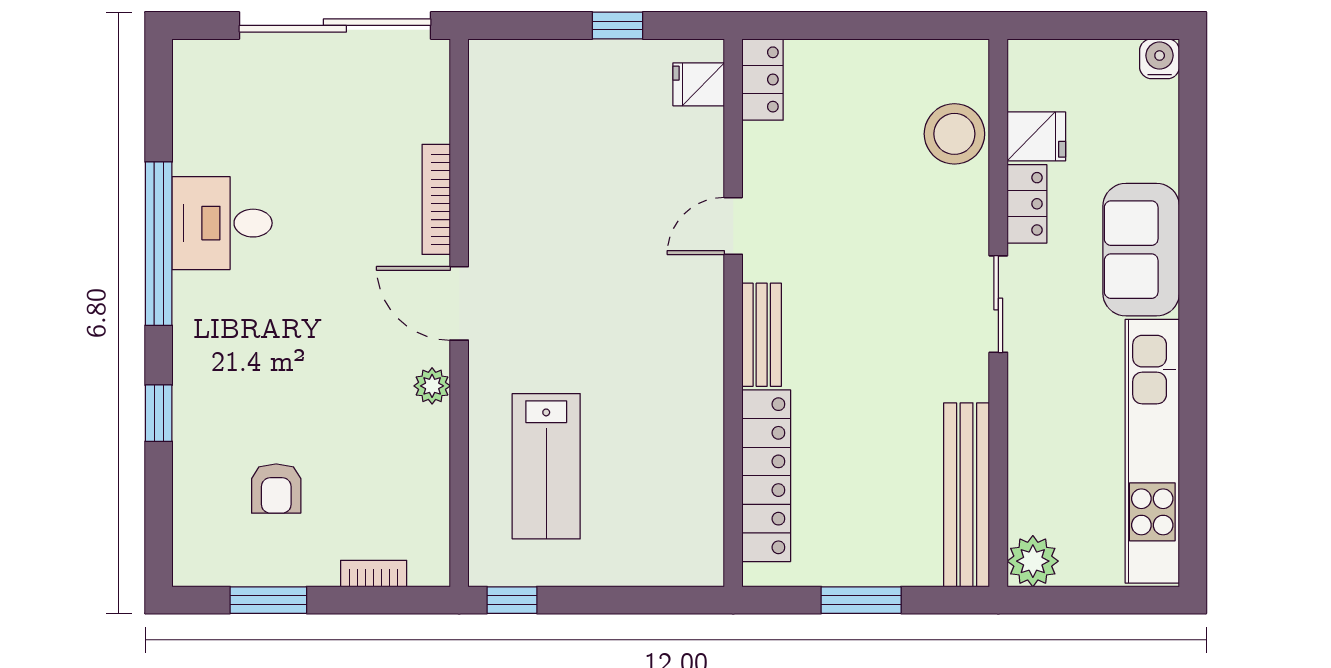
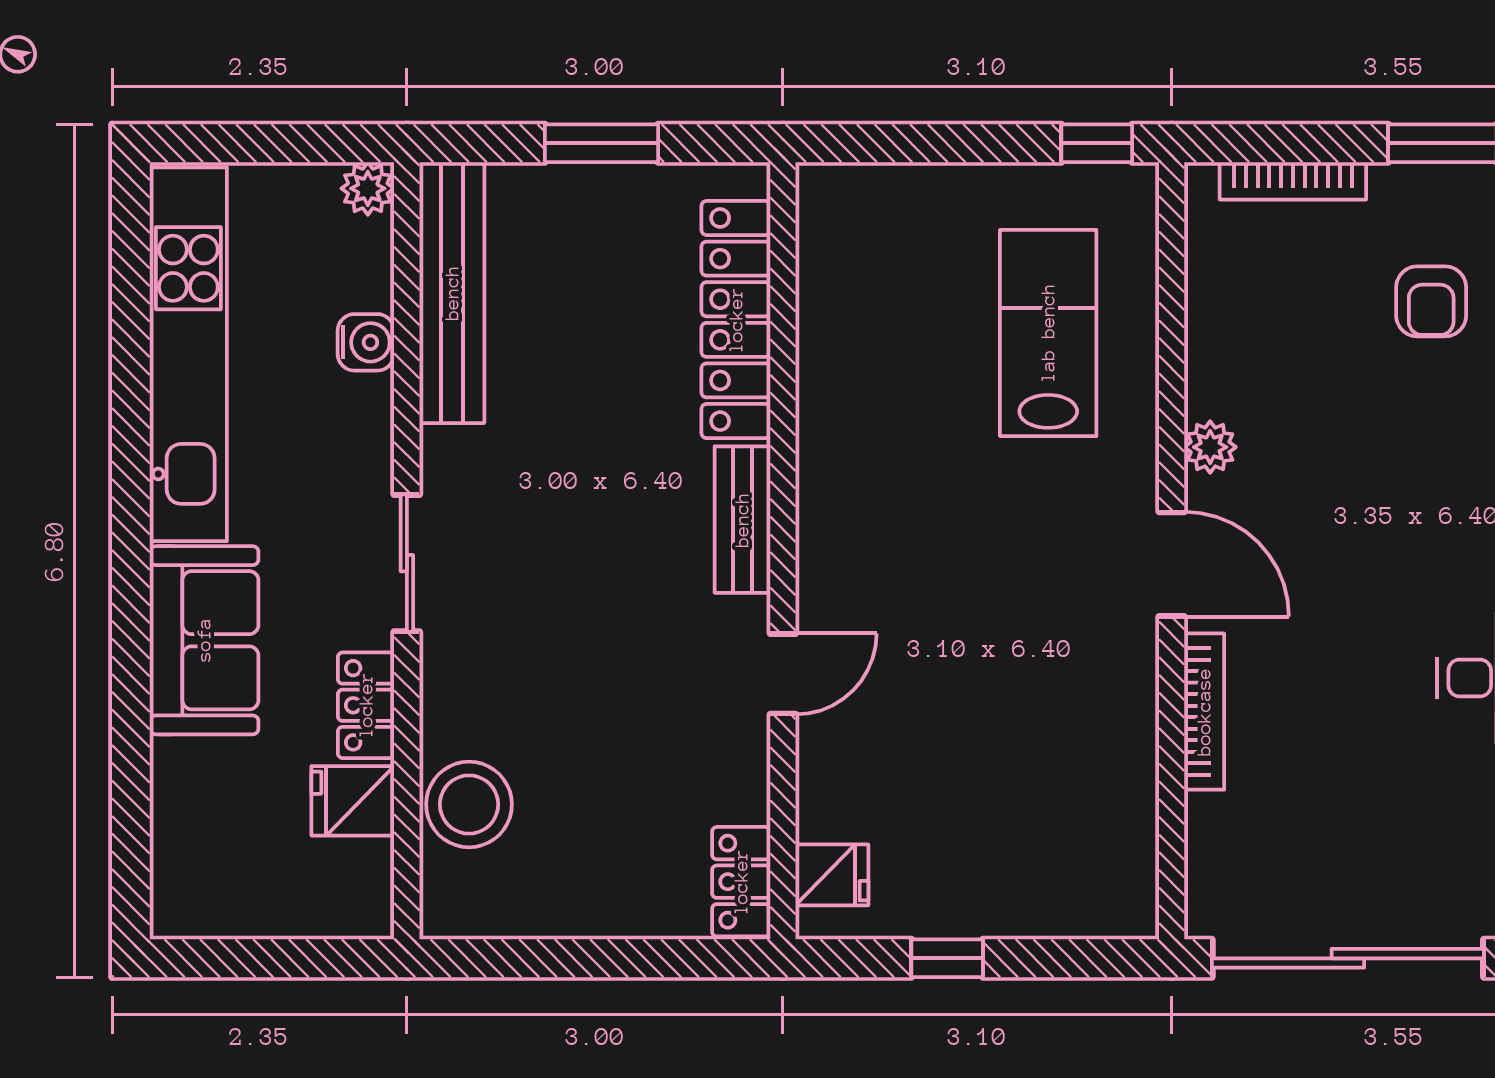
water cooler: (1160, 59) -> (366, 342), moved, turned -90
armchair: (276, 489) -> (1431, 301), turned 180
plant: (1033, 561) -> (368, 188), width x0.73, depth x0.73
bookcase: (374, 574) -> (1293, 181), width x1.56

